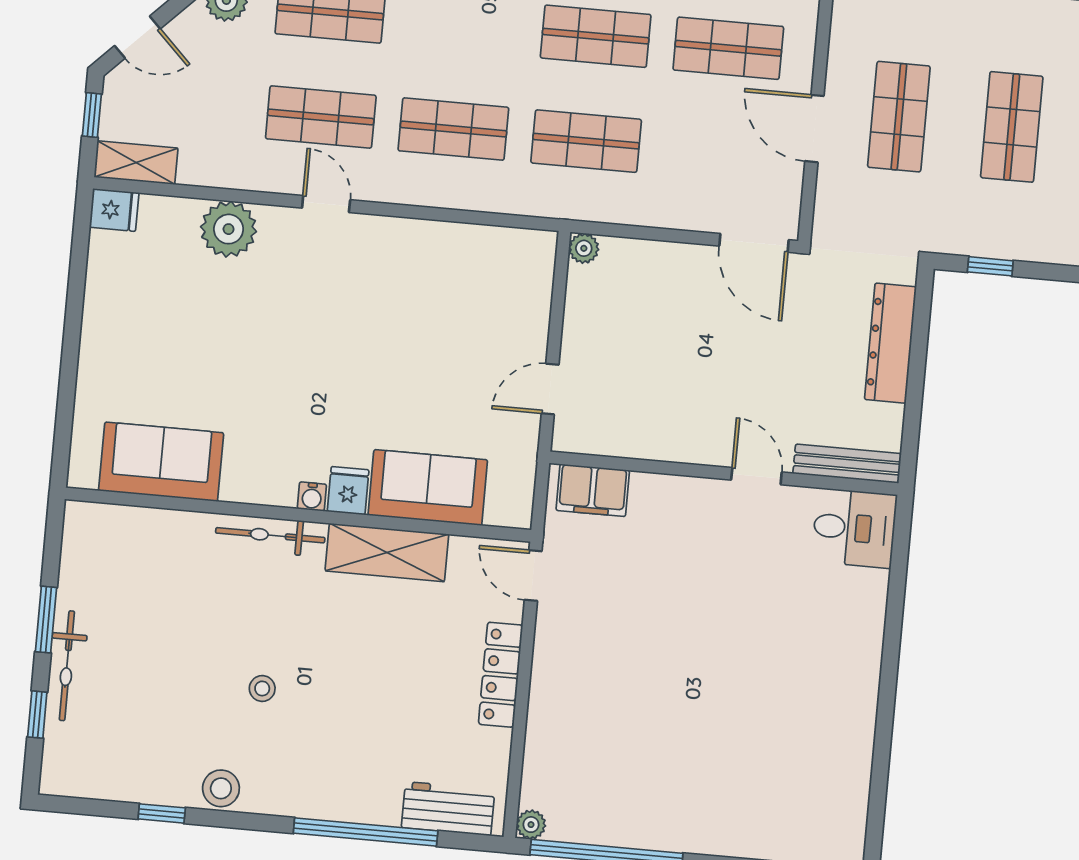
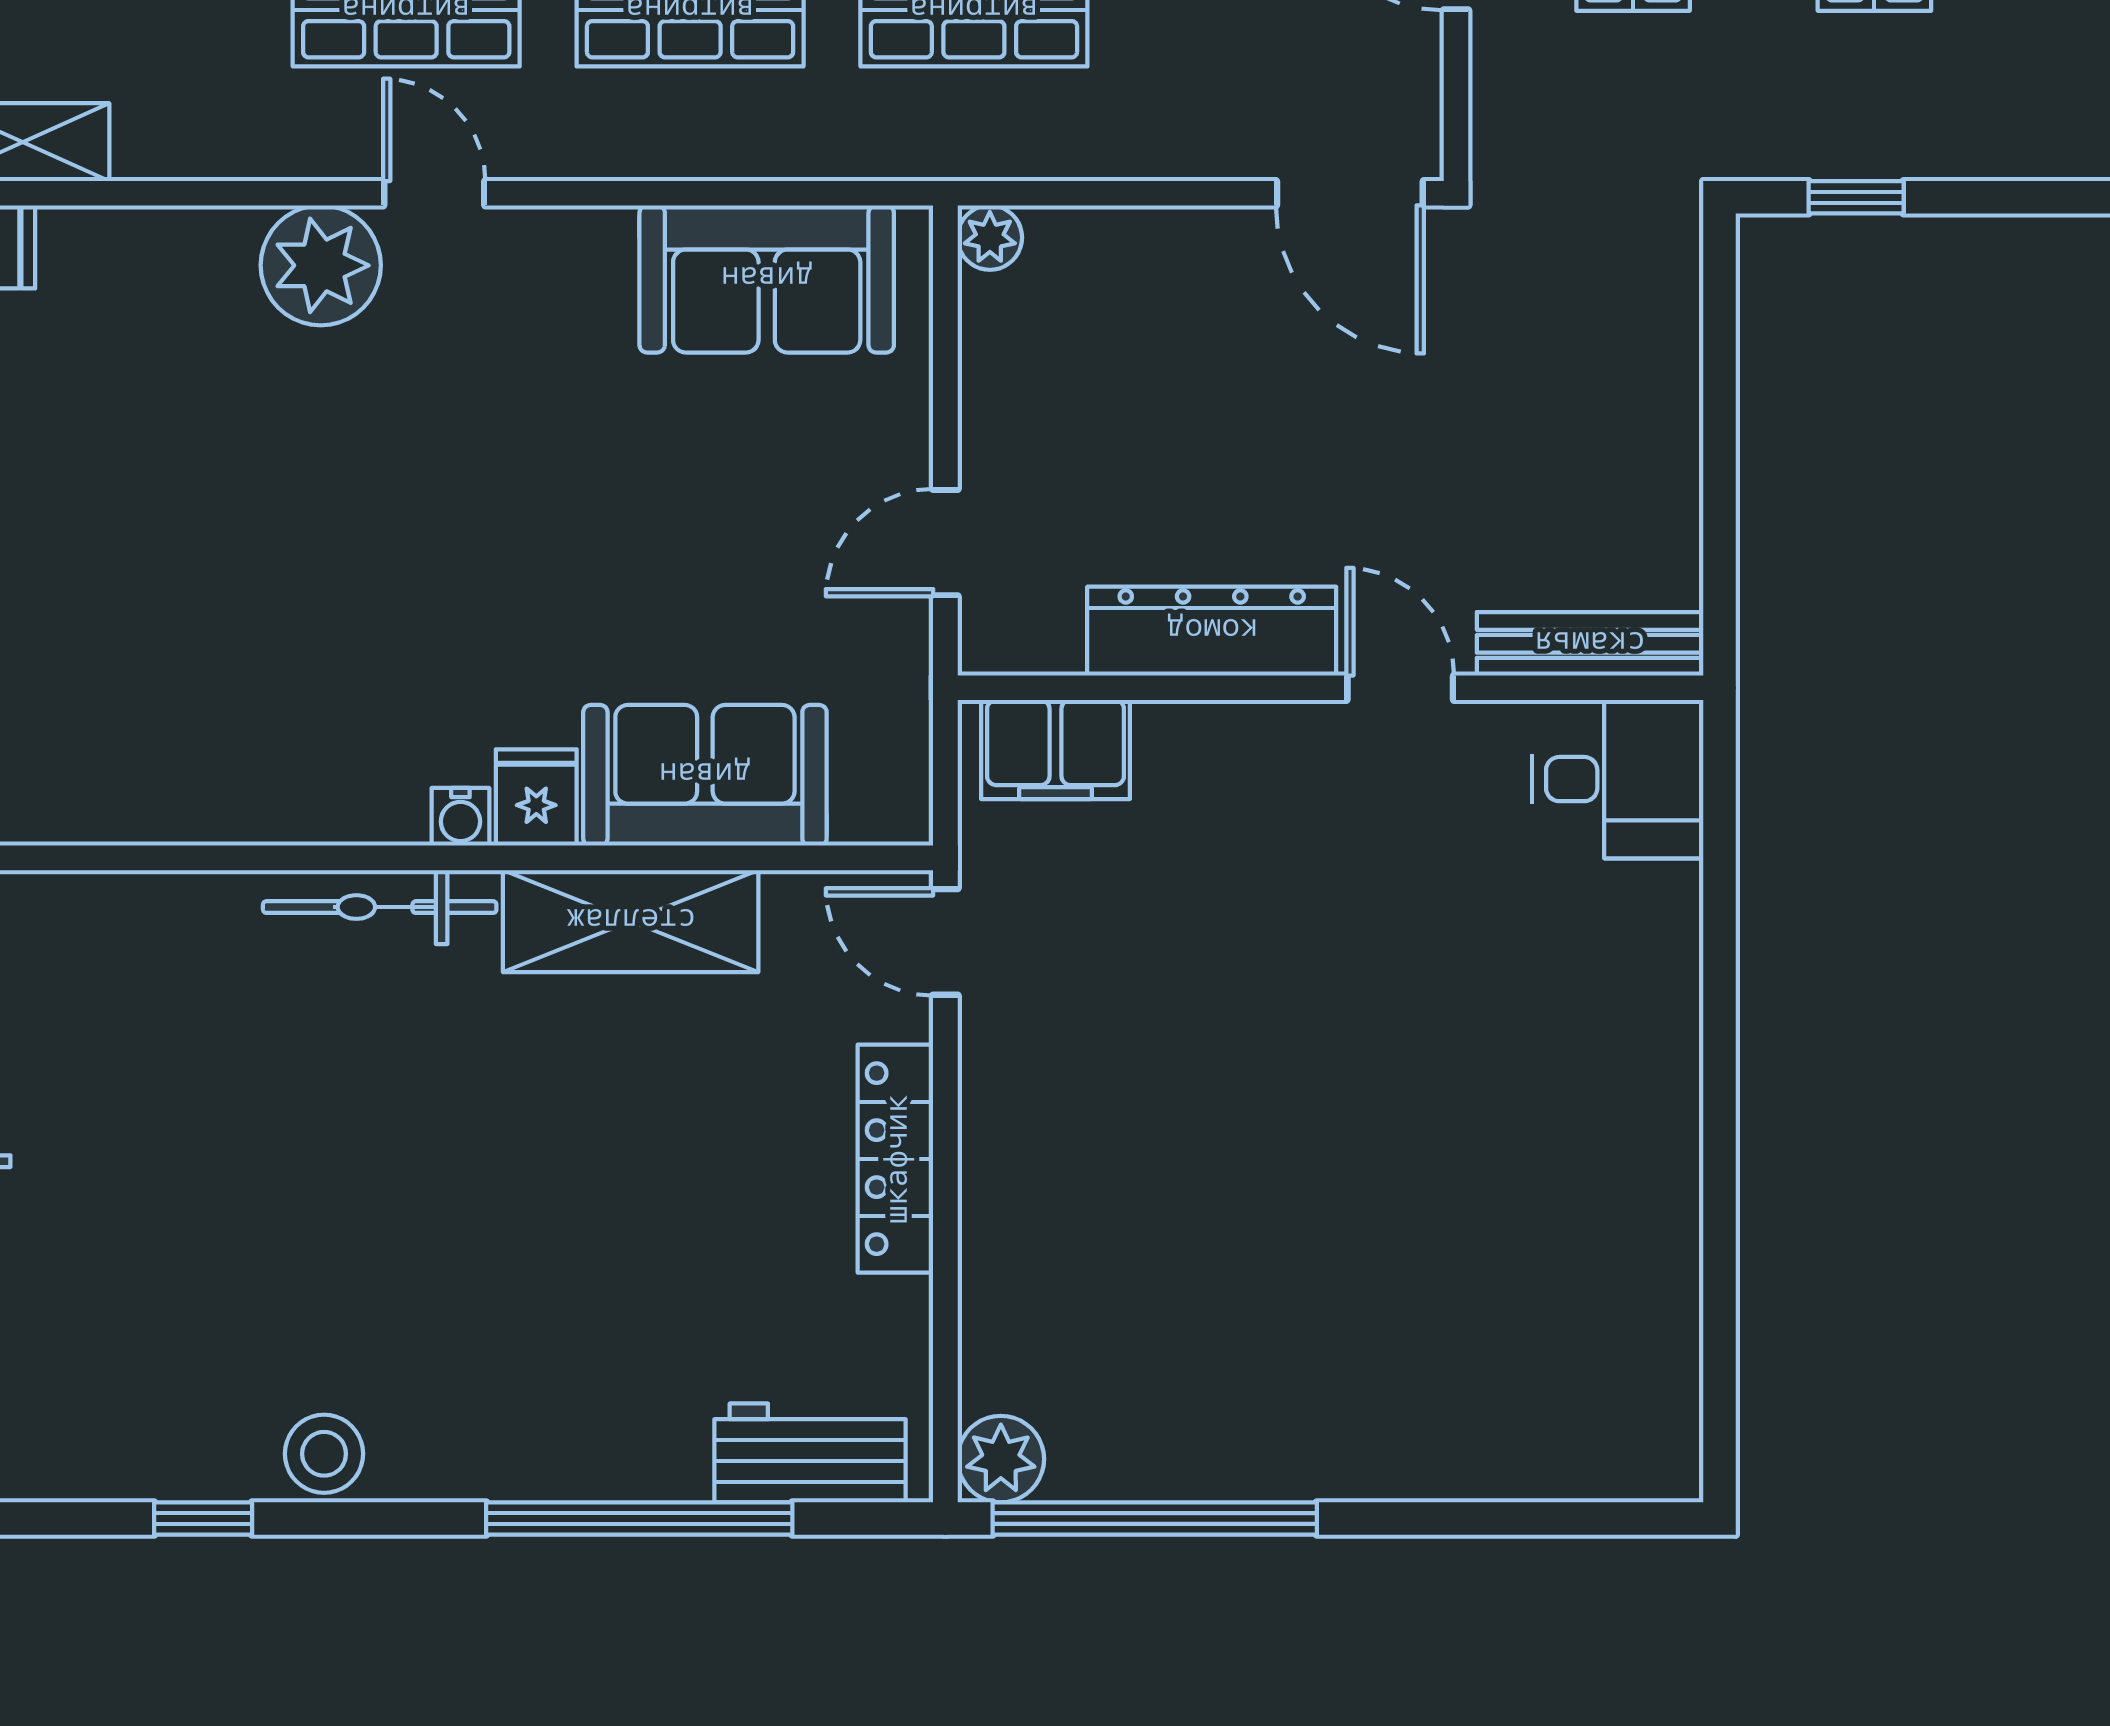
plant: (229, 229) -> (321, 265), moved
dresser: (890, 343) -> (1212, 631), moved, turned 90
sofa: (161, 462) -> (767, 279), moved, turned 180
stool: (262, 688) -> (392, 1234), removed
plant: (531, 825) -> (1001, 1459), width x1.38, depth x1.38

